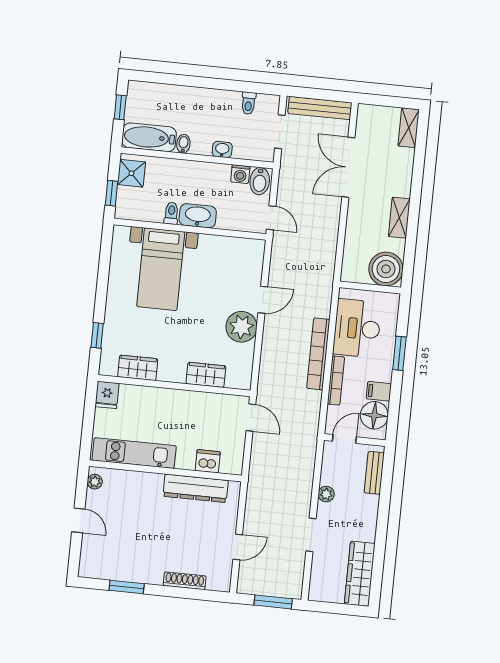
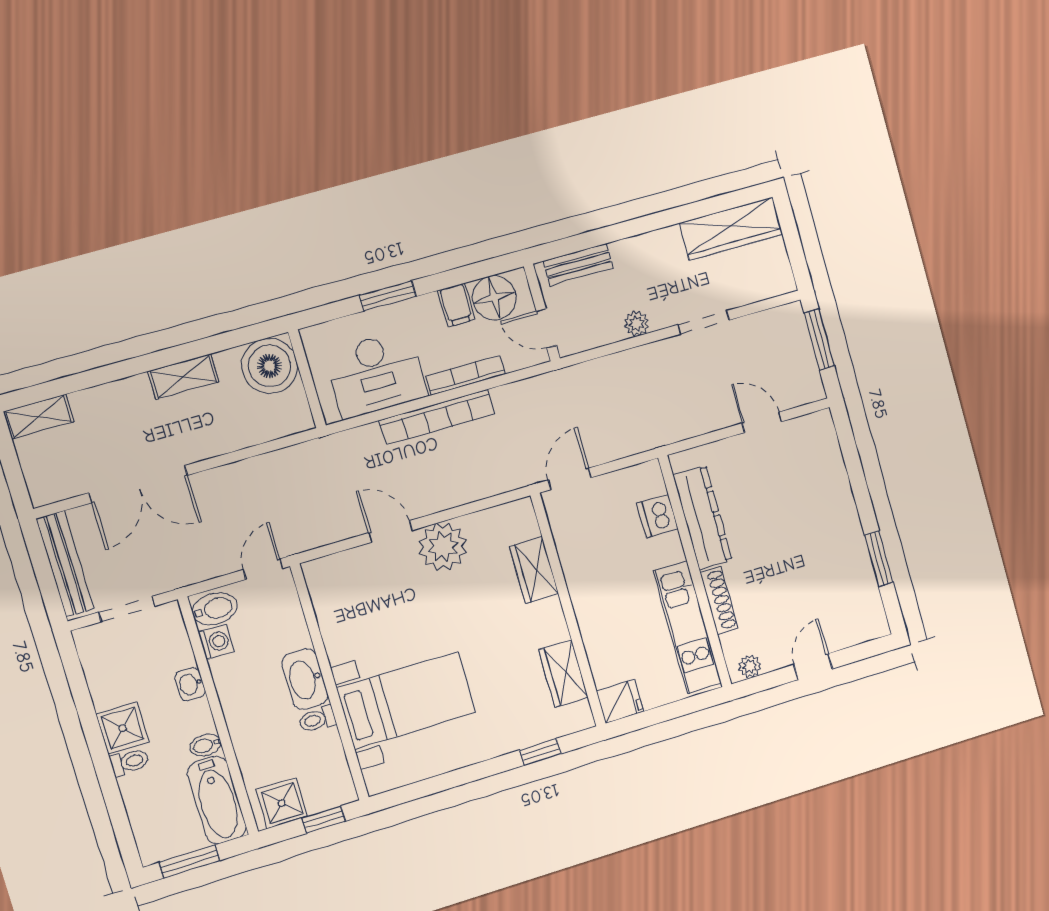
shower: (213, 101) -> (123, 728), added
toilet: (248, 103) -> (130, 762), moved
window: (120, 107) -> (189, 861), width x1.50
shoe rack: (185, 581) -> (719, 600), moved, turned 180

